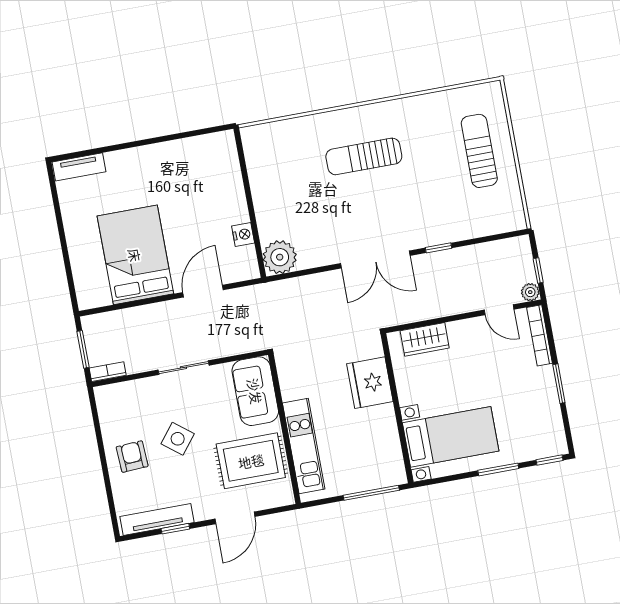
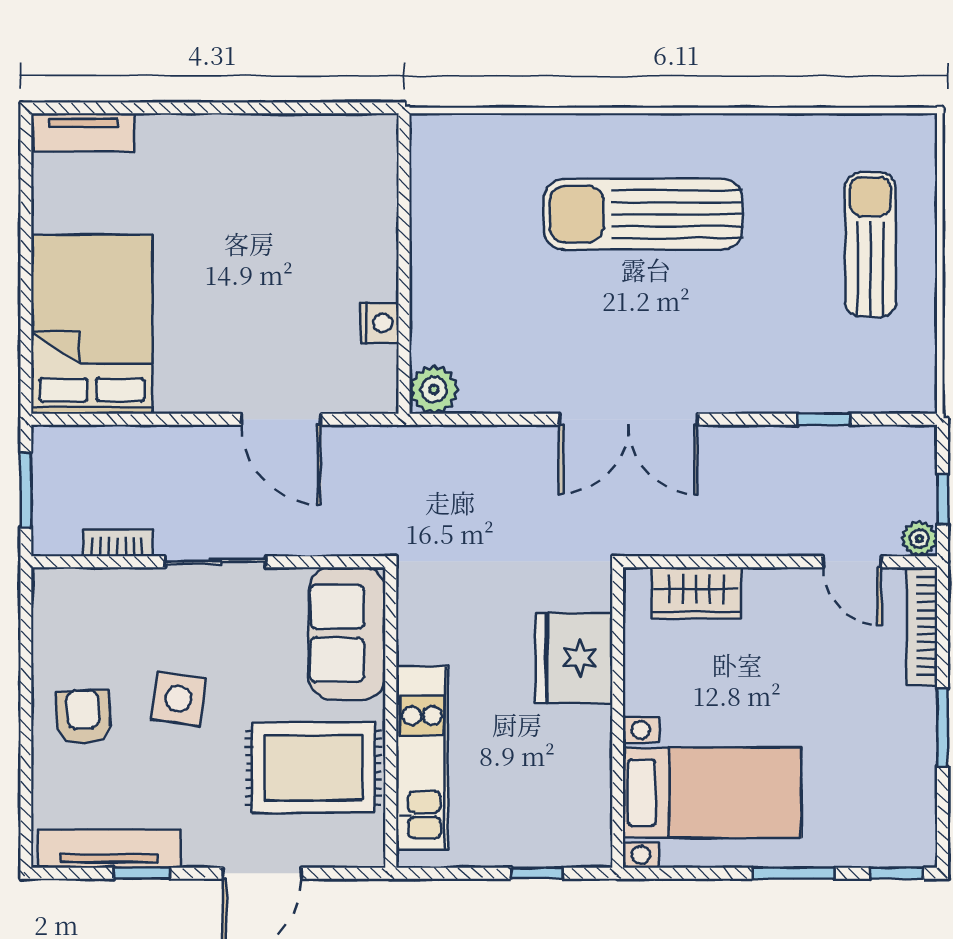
sun lounger: (364, 156) -> (643, 214), width x1.36, depth x1.34
window: (438, 248) -> (824, 419), moved
bed: (135, 255) -> (92, 324), moved
plant: (280, 257) -> (434, 389), width x0.73, depth x0.73
door: (203, 291) -> (281, 419), swing flipped
bookcase: (108, 372) -> (117, 543), moved
side table: (178, 439) -> (179, 699), turned -30
window: (371, 493) -> (537, 873), width x0.46

